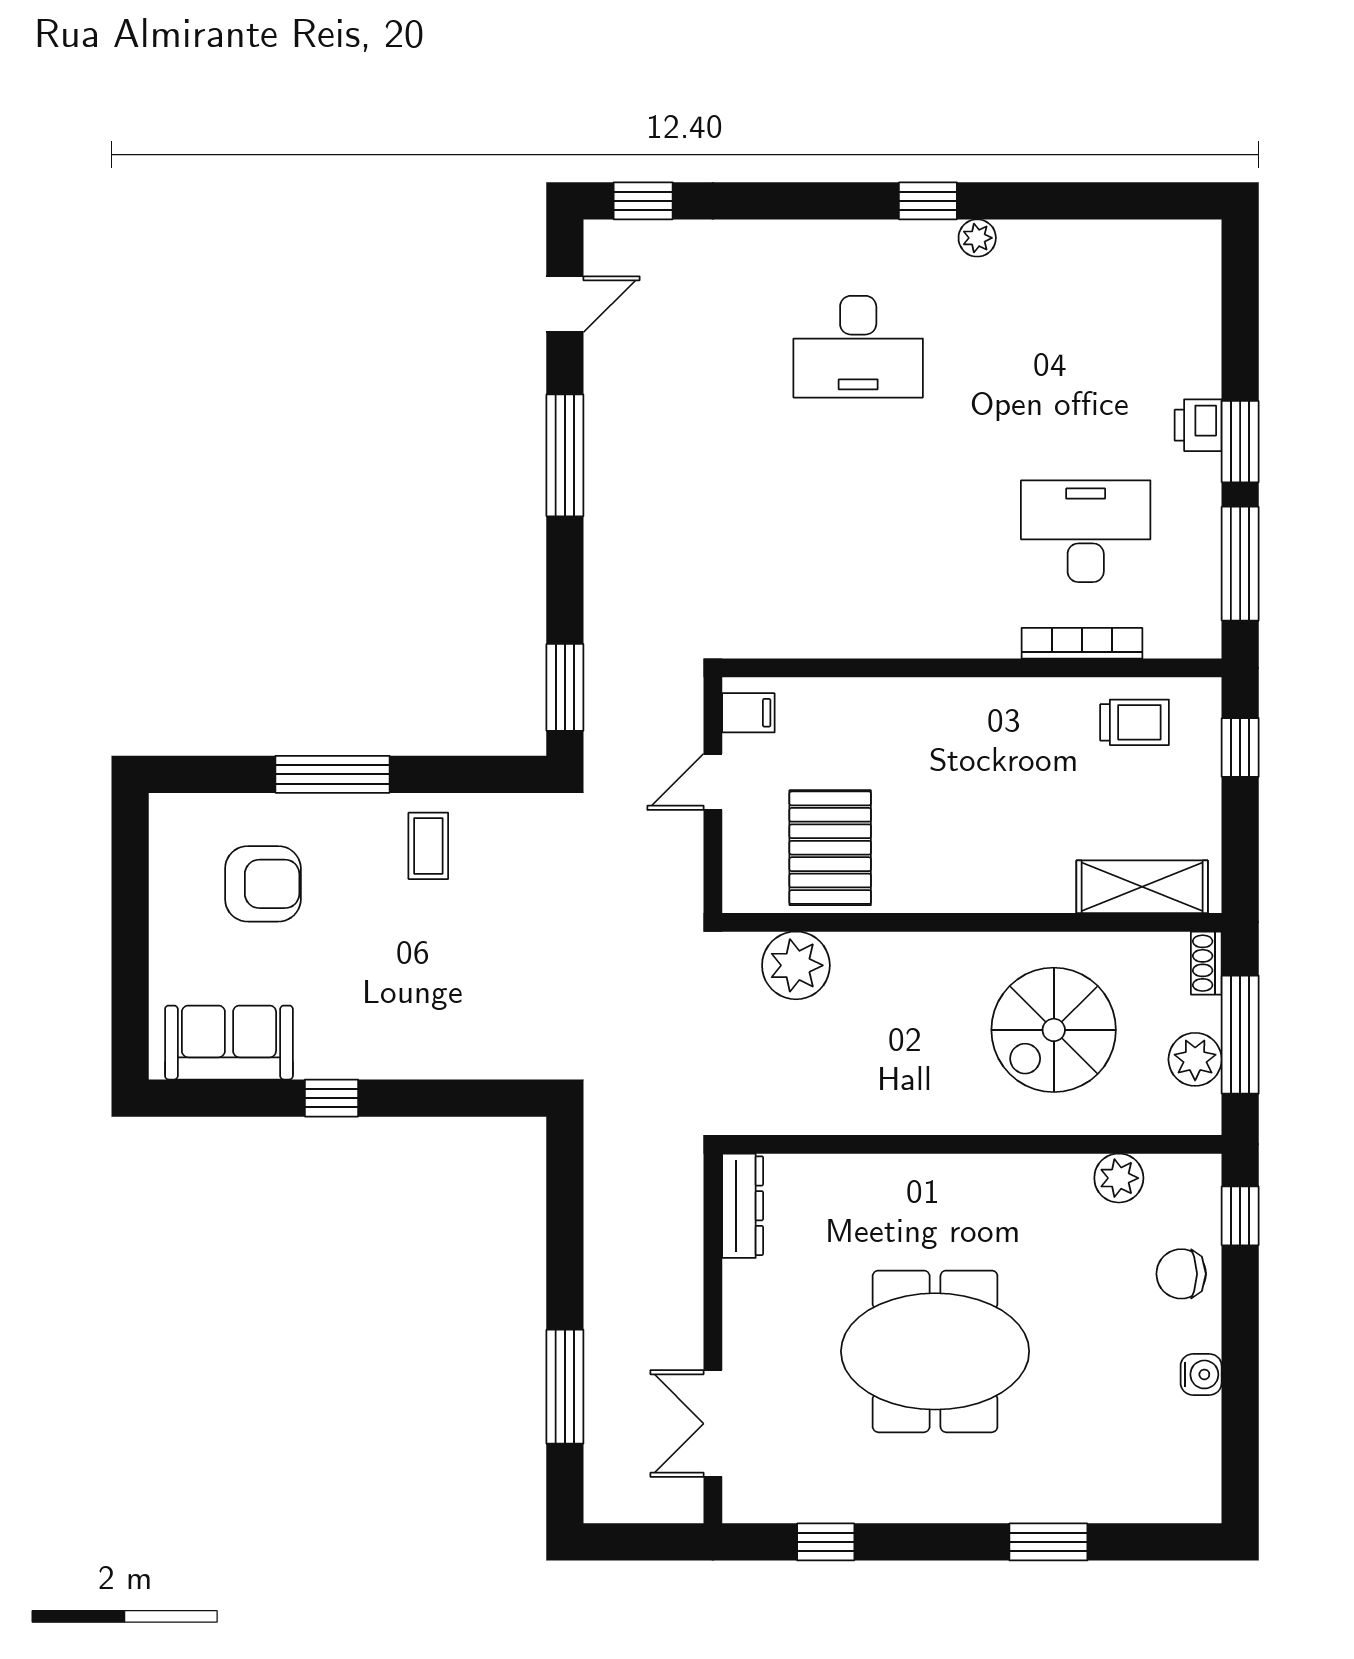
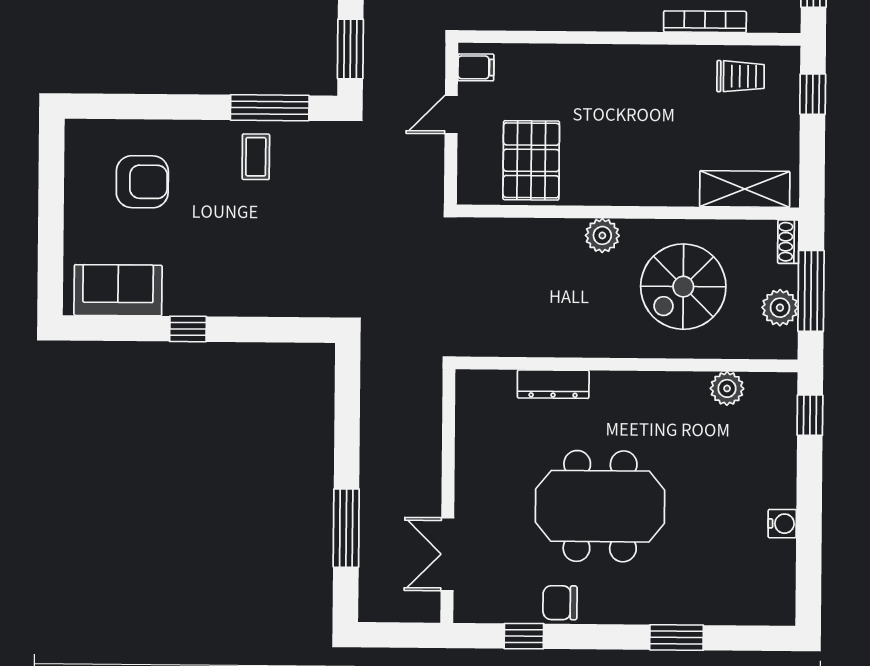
window: (332, 774) -> (270, 108), moved
plant: (796, 965) -> (602, 235), moved, width x0.73, depth x0.73
dresser: (743, 1206) -> (553, 384), moved, turned 90
chair: (1181, 1274) -> (560, 603), moved

